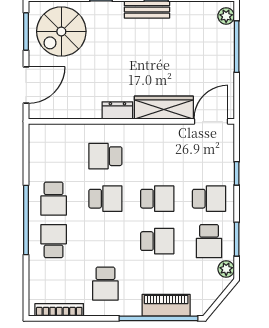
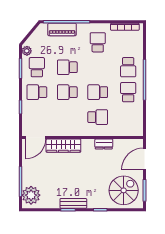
plant: (226, 16) -> (31, 195), width x1.87, depth x1.87
dresser: (117, 110) -> (104, 144), moved

